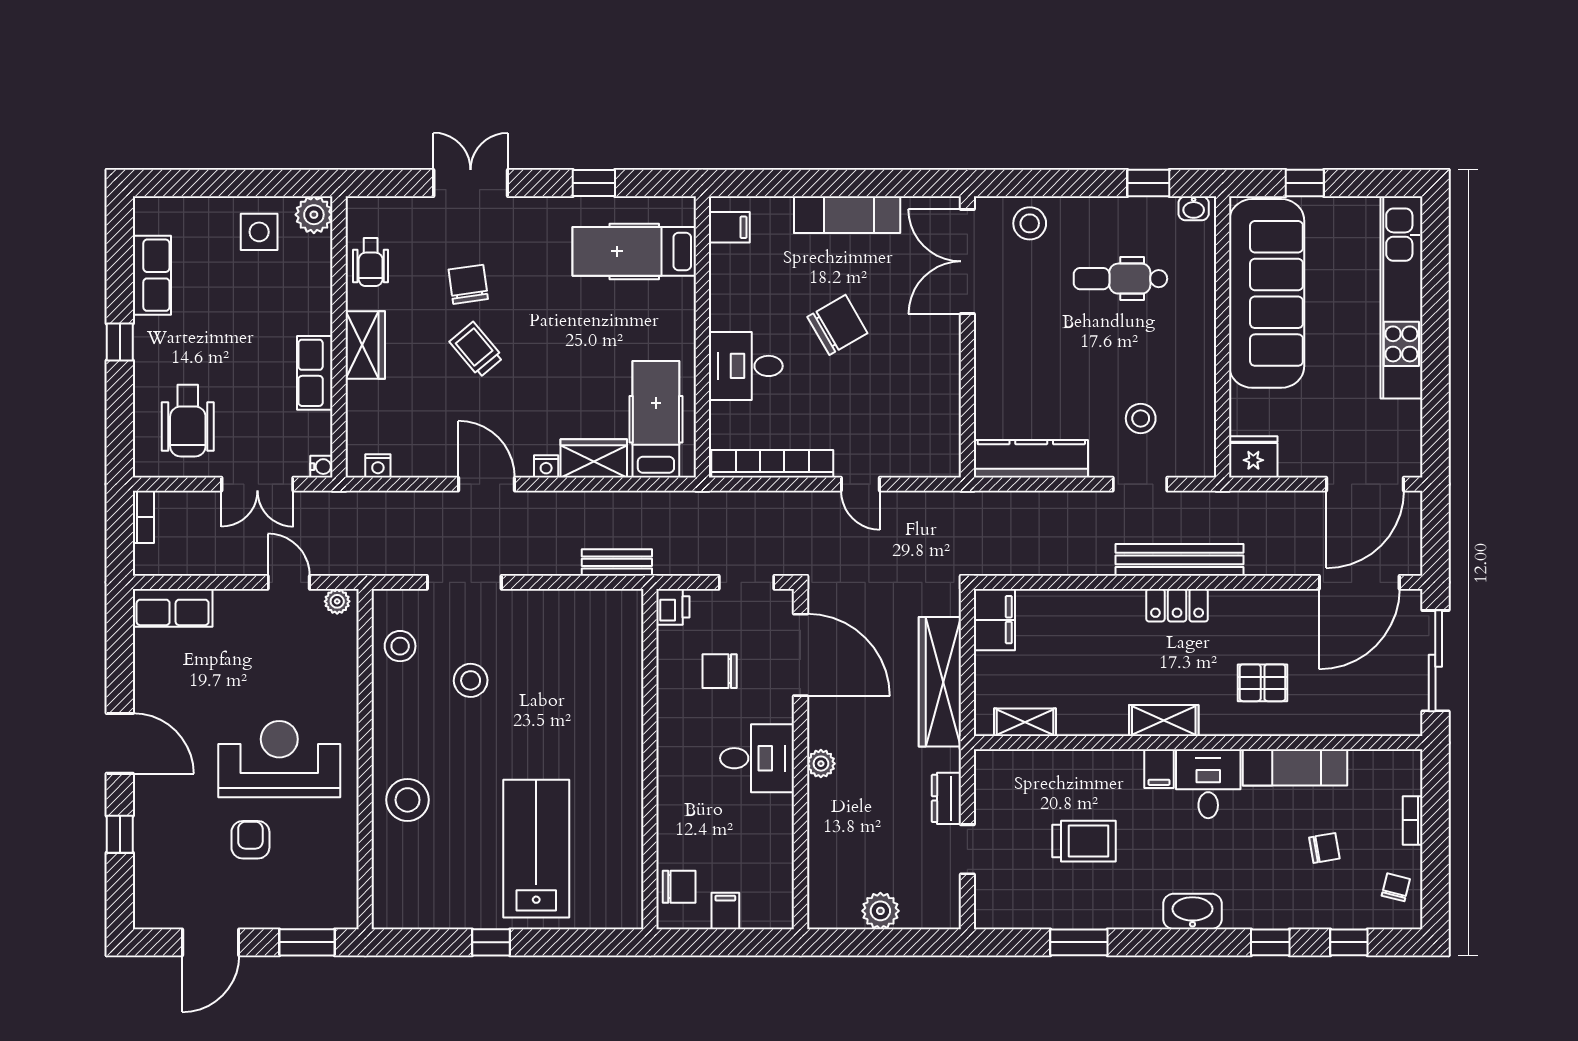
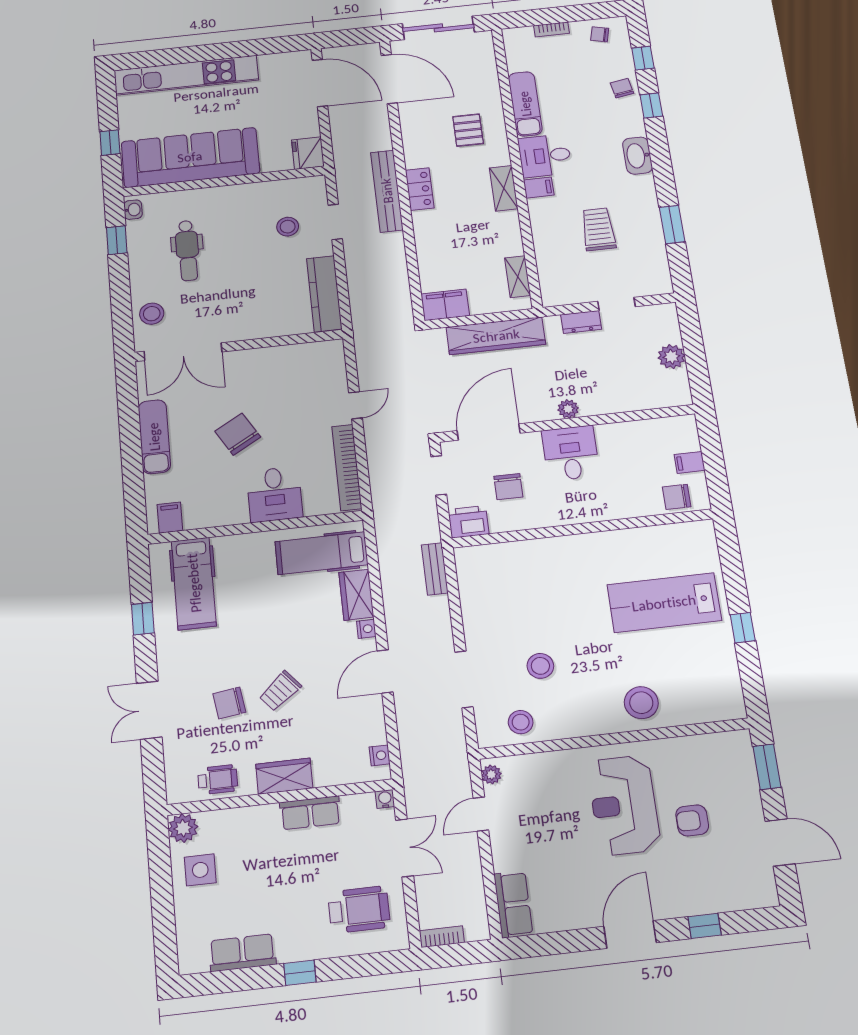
printer: (673, 607) -> (469, 522), width x1.36, depth x1.24
chair: (1324, 848) -> (622, 88), moved
chair: (679, 887) -> (677, 497), turned -90

